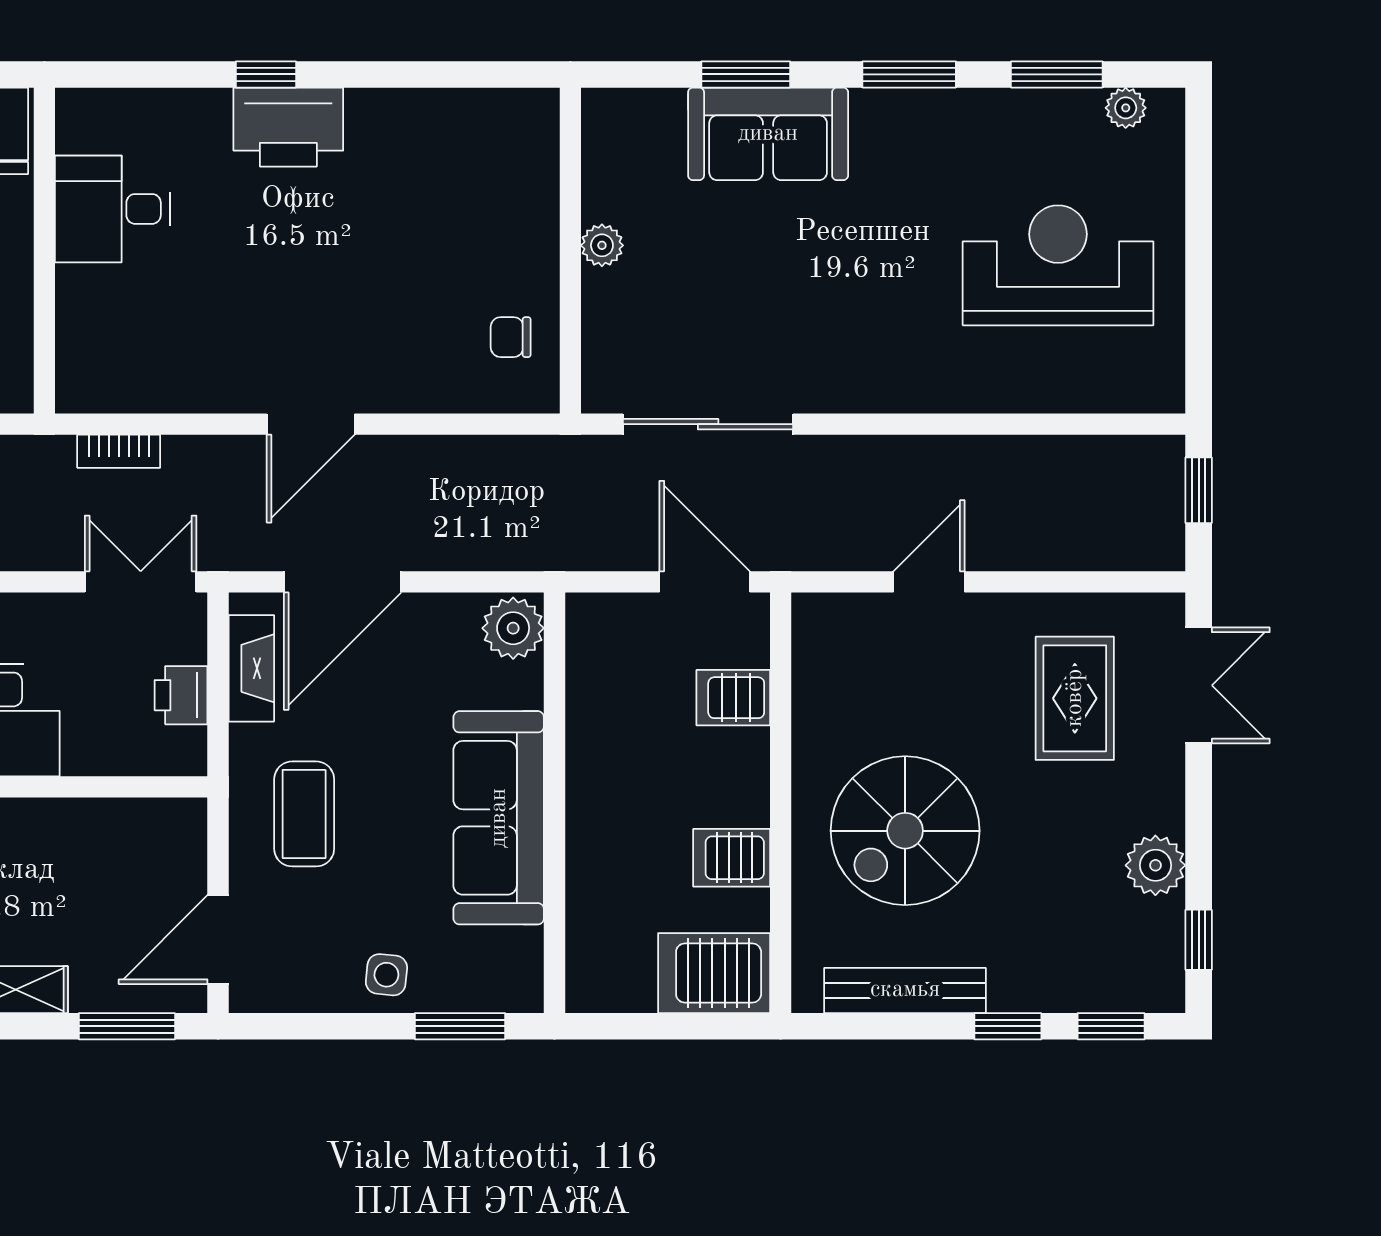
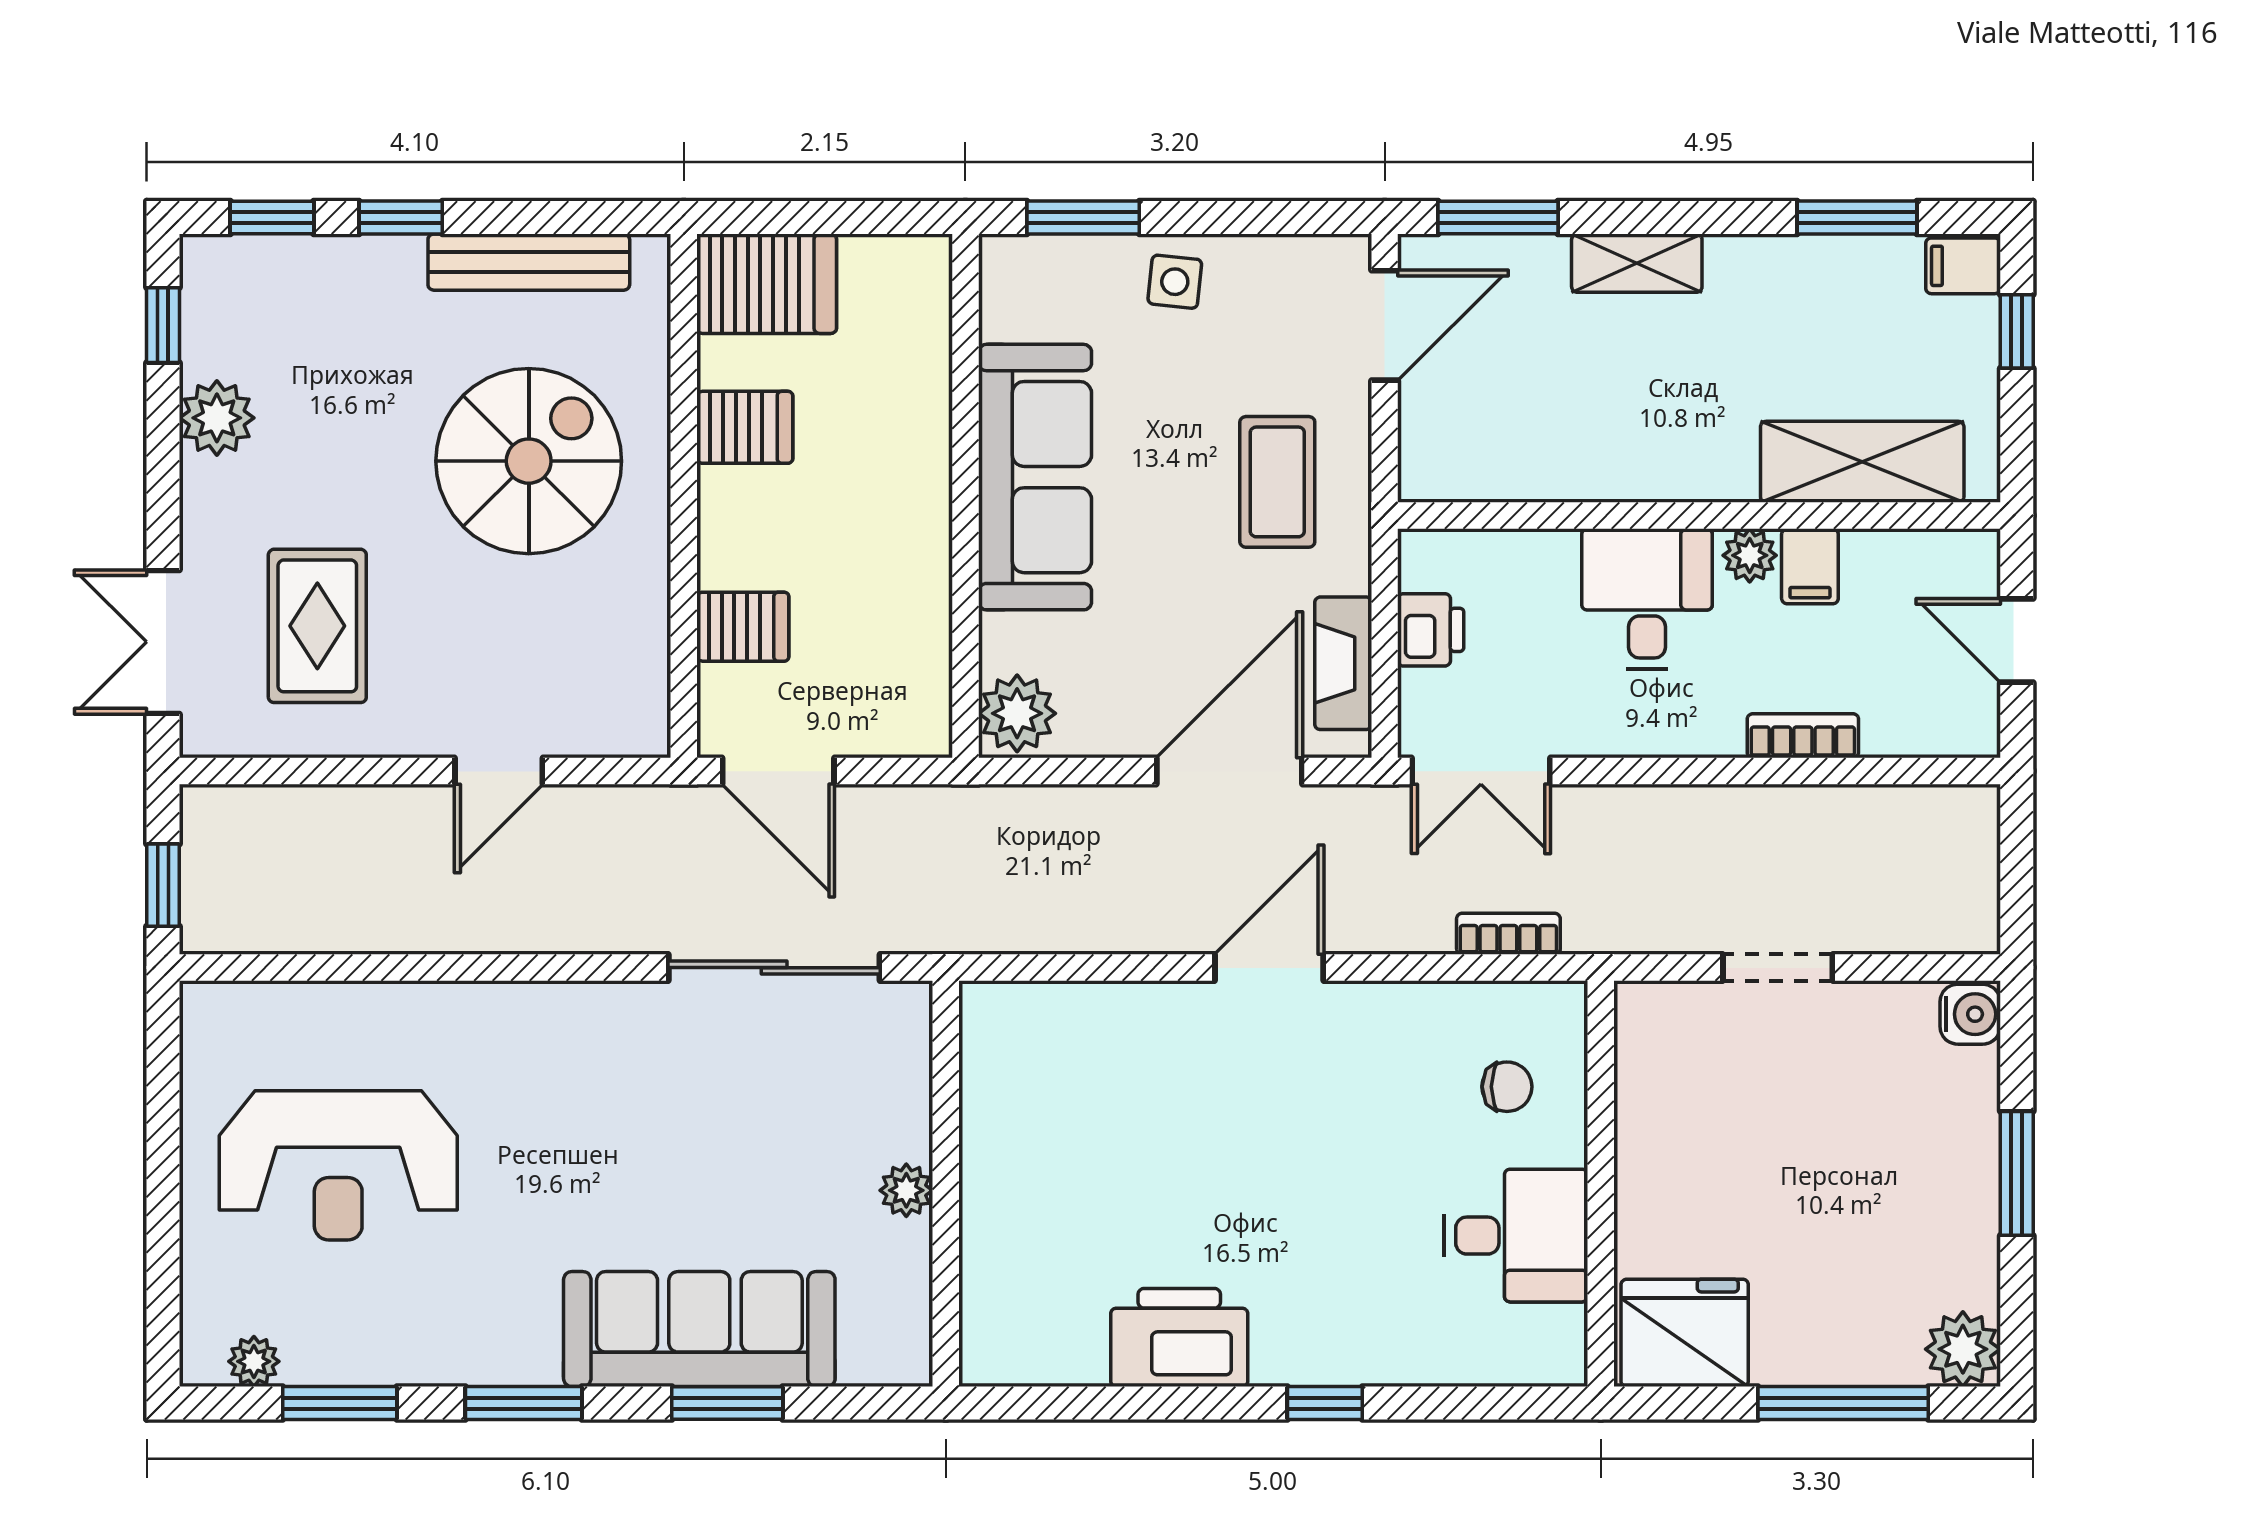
printer: (288, 127) -> (1179, 1338), moved
sofa: (768, 134) -> (699, 1329), width x1.36
chair: (511, 337) -> (1507, 1087), moved

